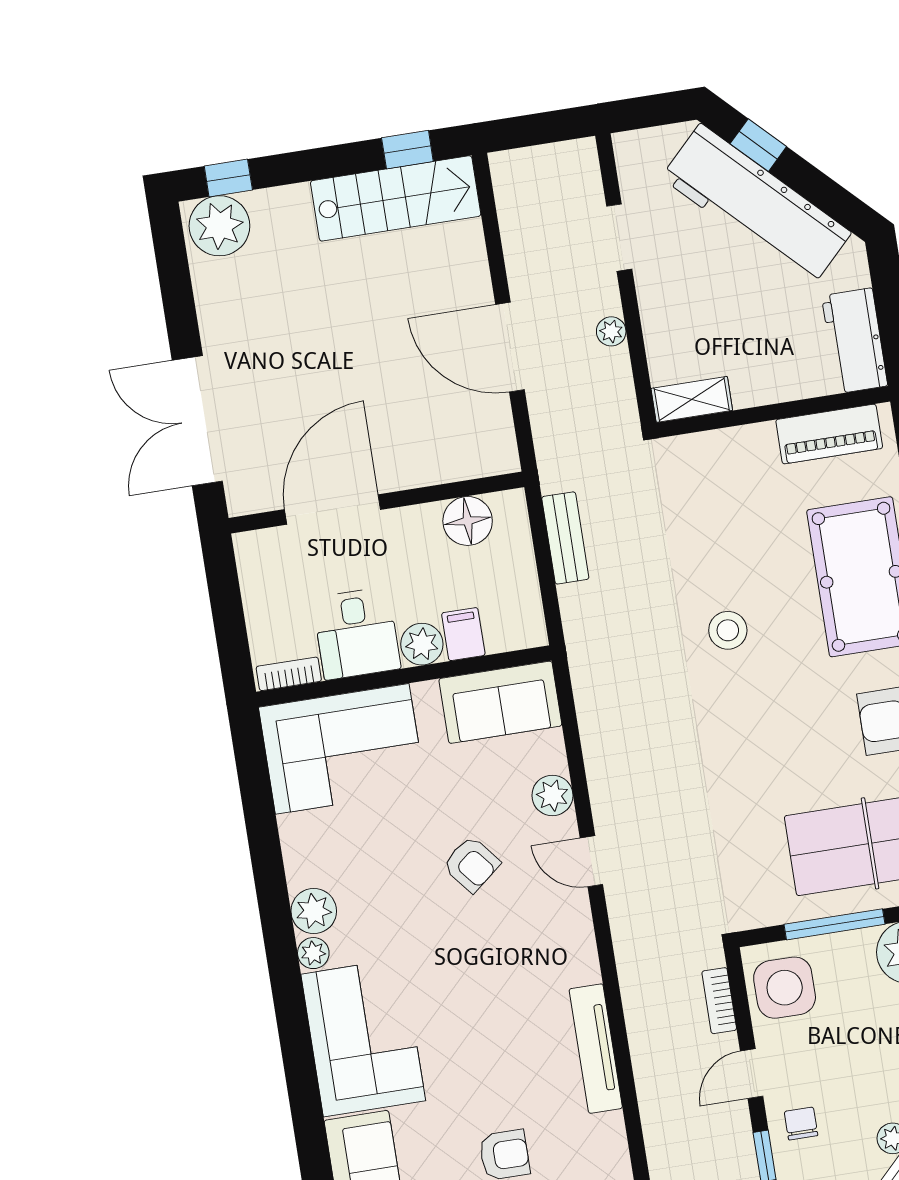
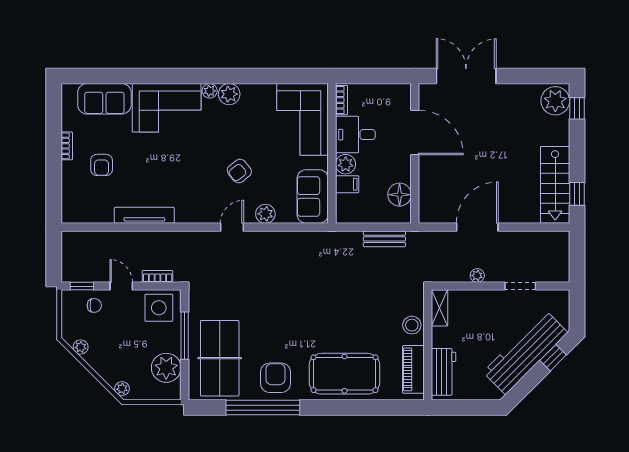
workbench: (855, 341) -> (444, 372), moved, turned 90
stool: (728, 630) -> (412, 325), moved

